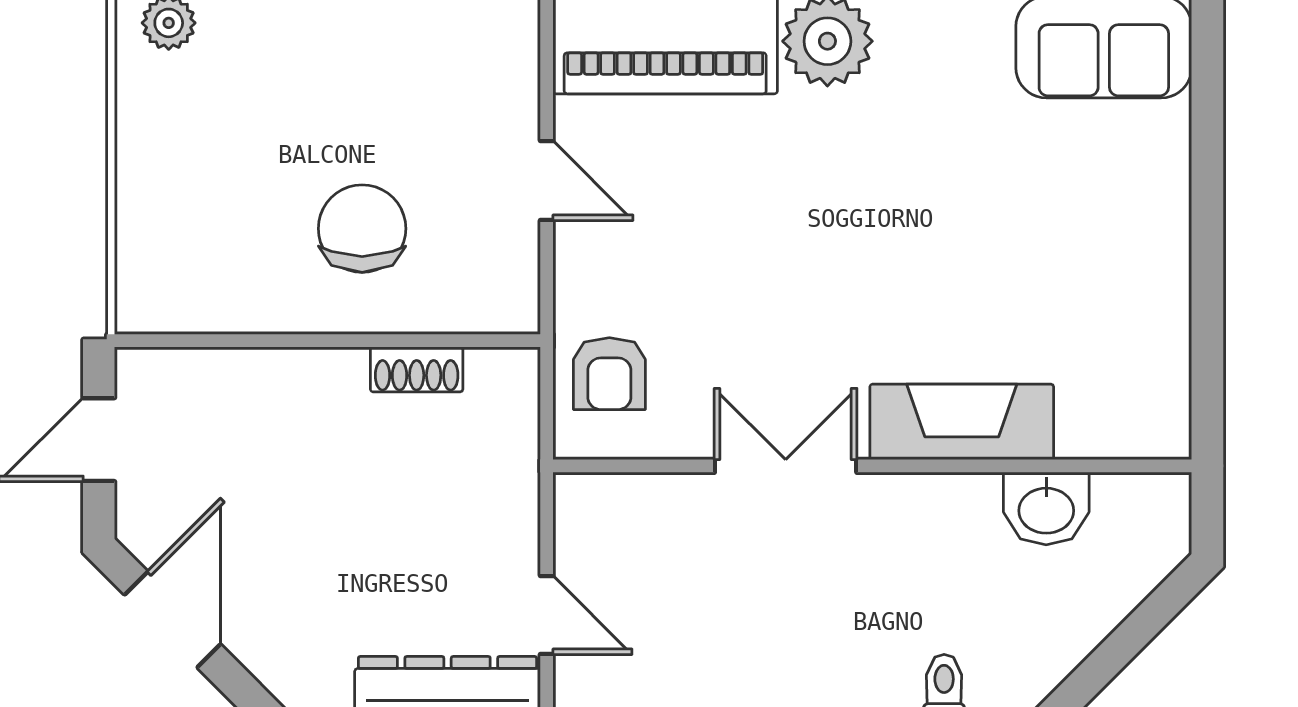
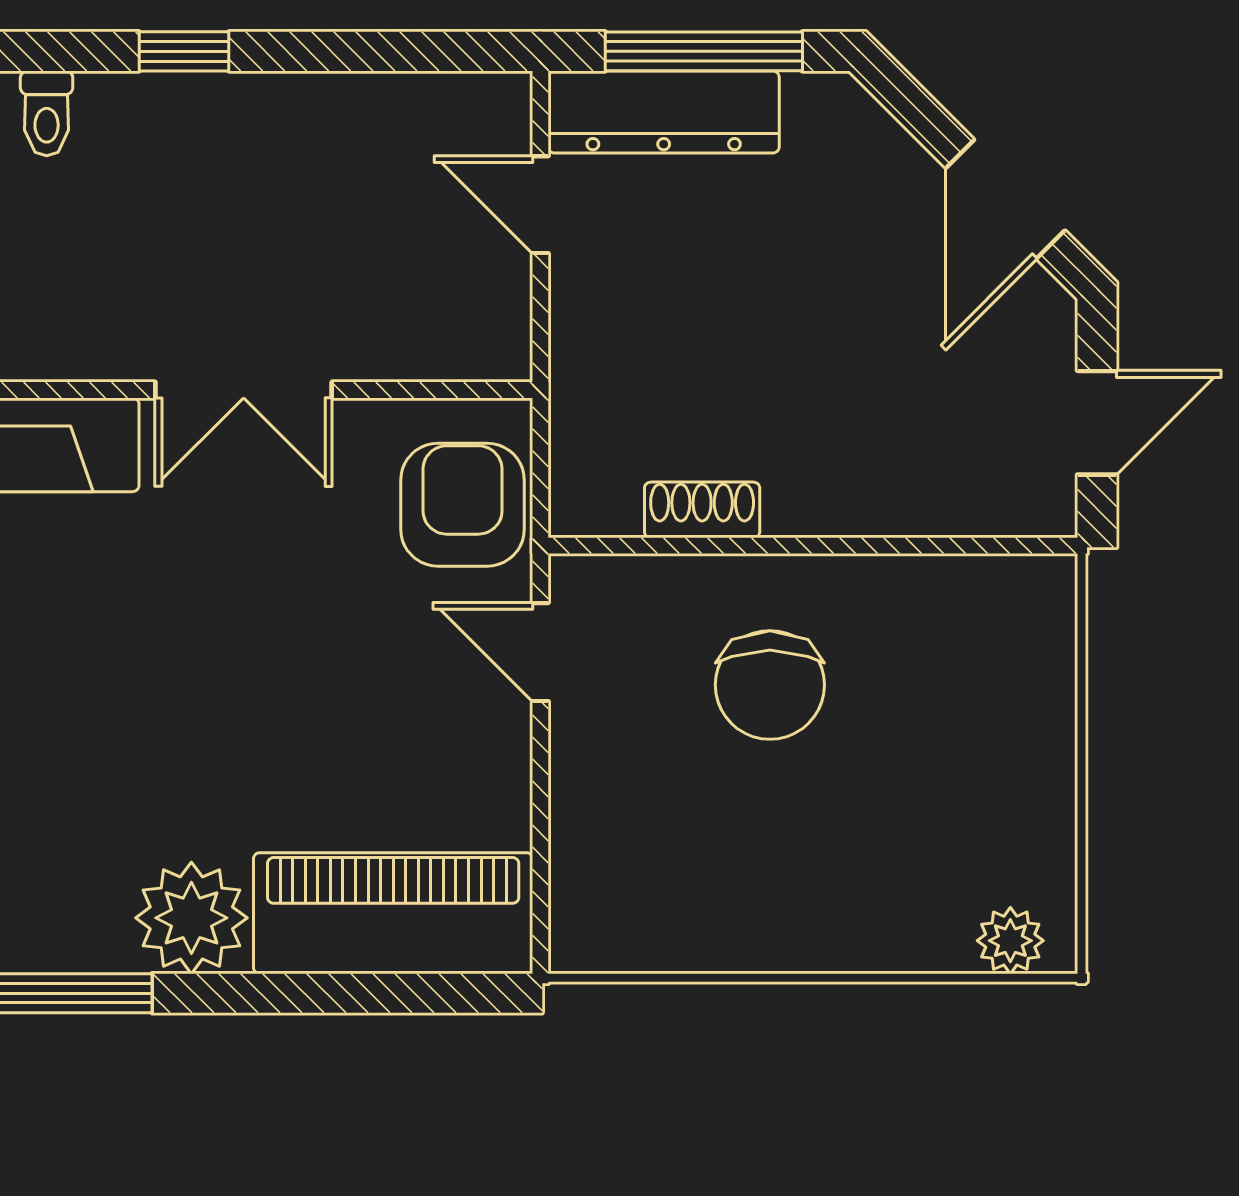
door: (547, 181) -> (540, 652), moved
armchair: (609, 374) -> (463, 505), width x1.38, depth x1.38

